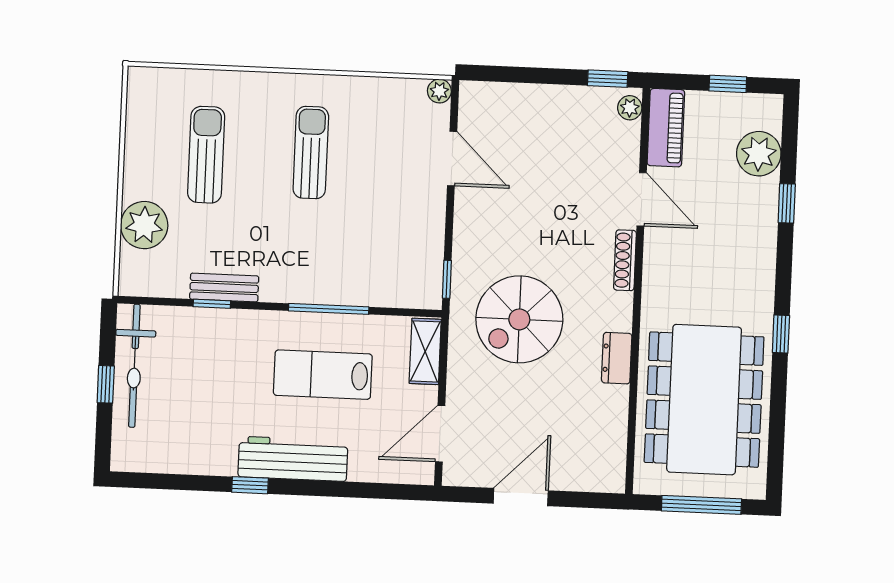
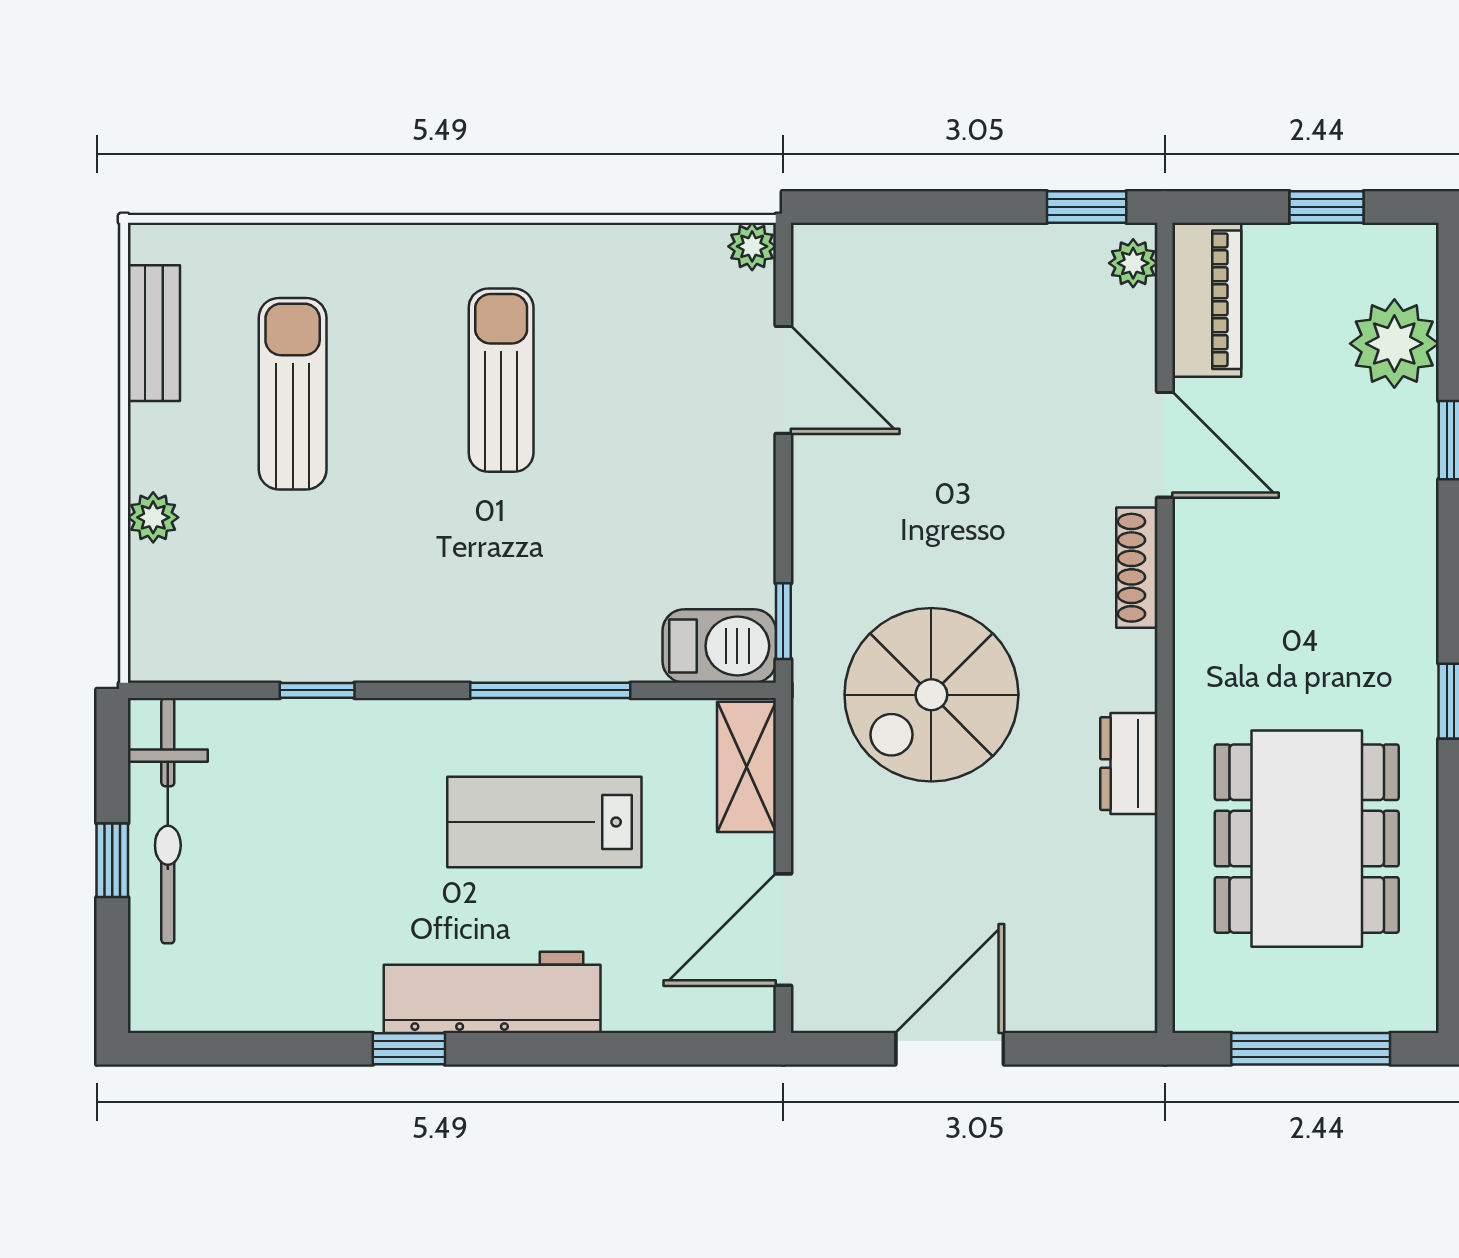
plant: (144, 225) -> (153, 517), width x0.53, depth x0.53
bench: (224, 288) -> (154, 333), moved, turned 90
barbecue: (414, 290) -> (719, 646), added
dining table: (704, 400) -> (1307, 839), width x0.73, depth x0.80

